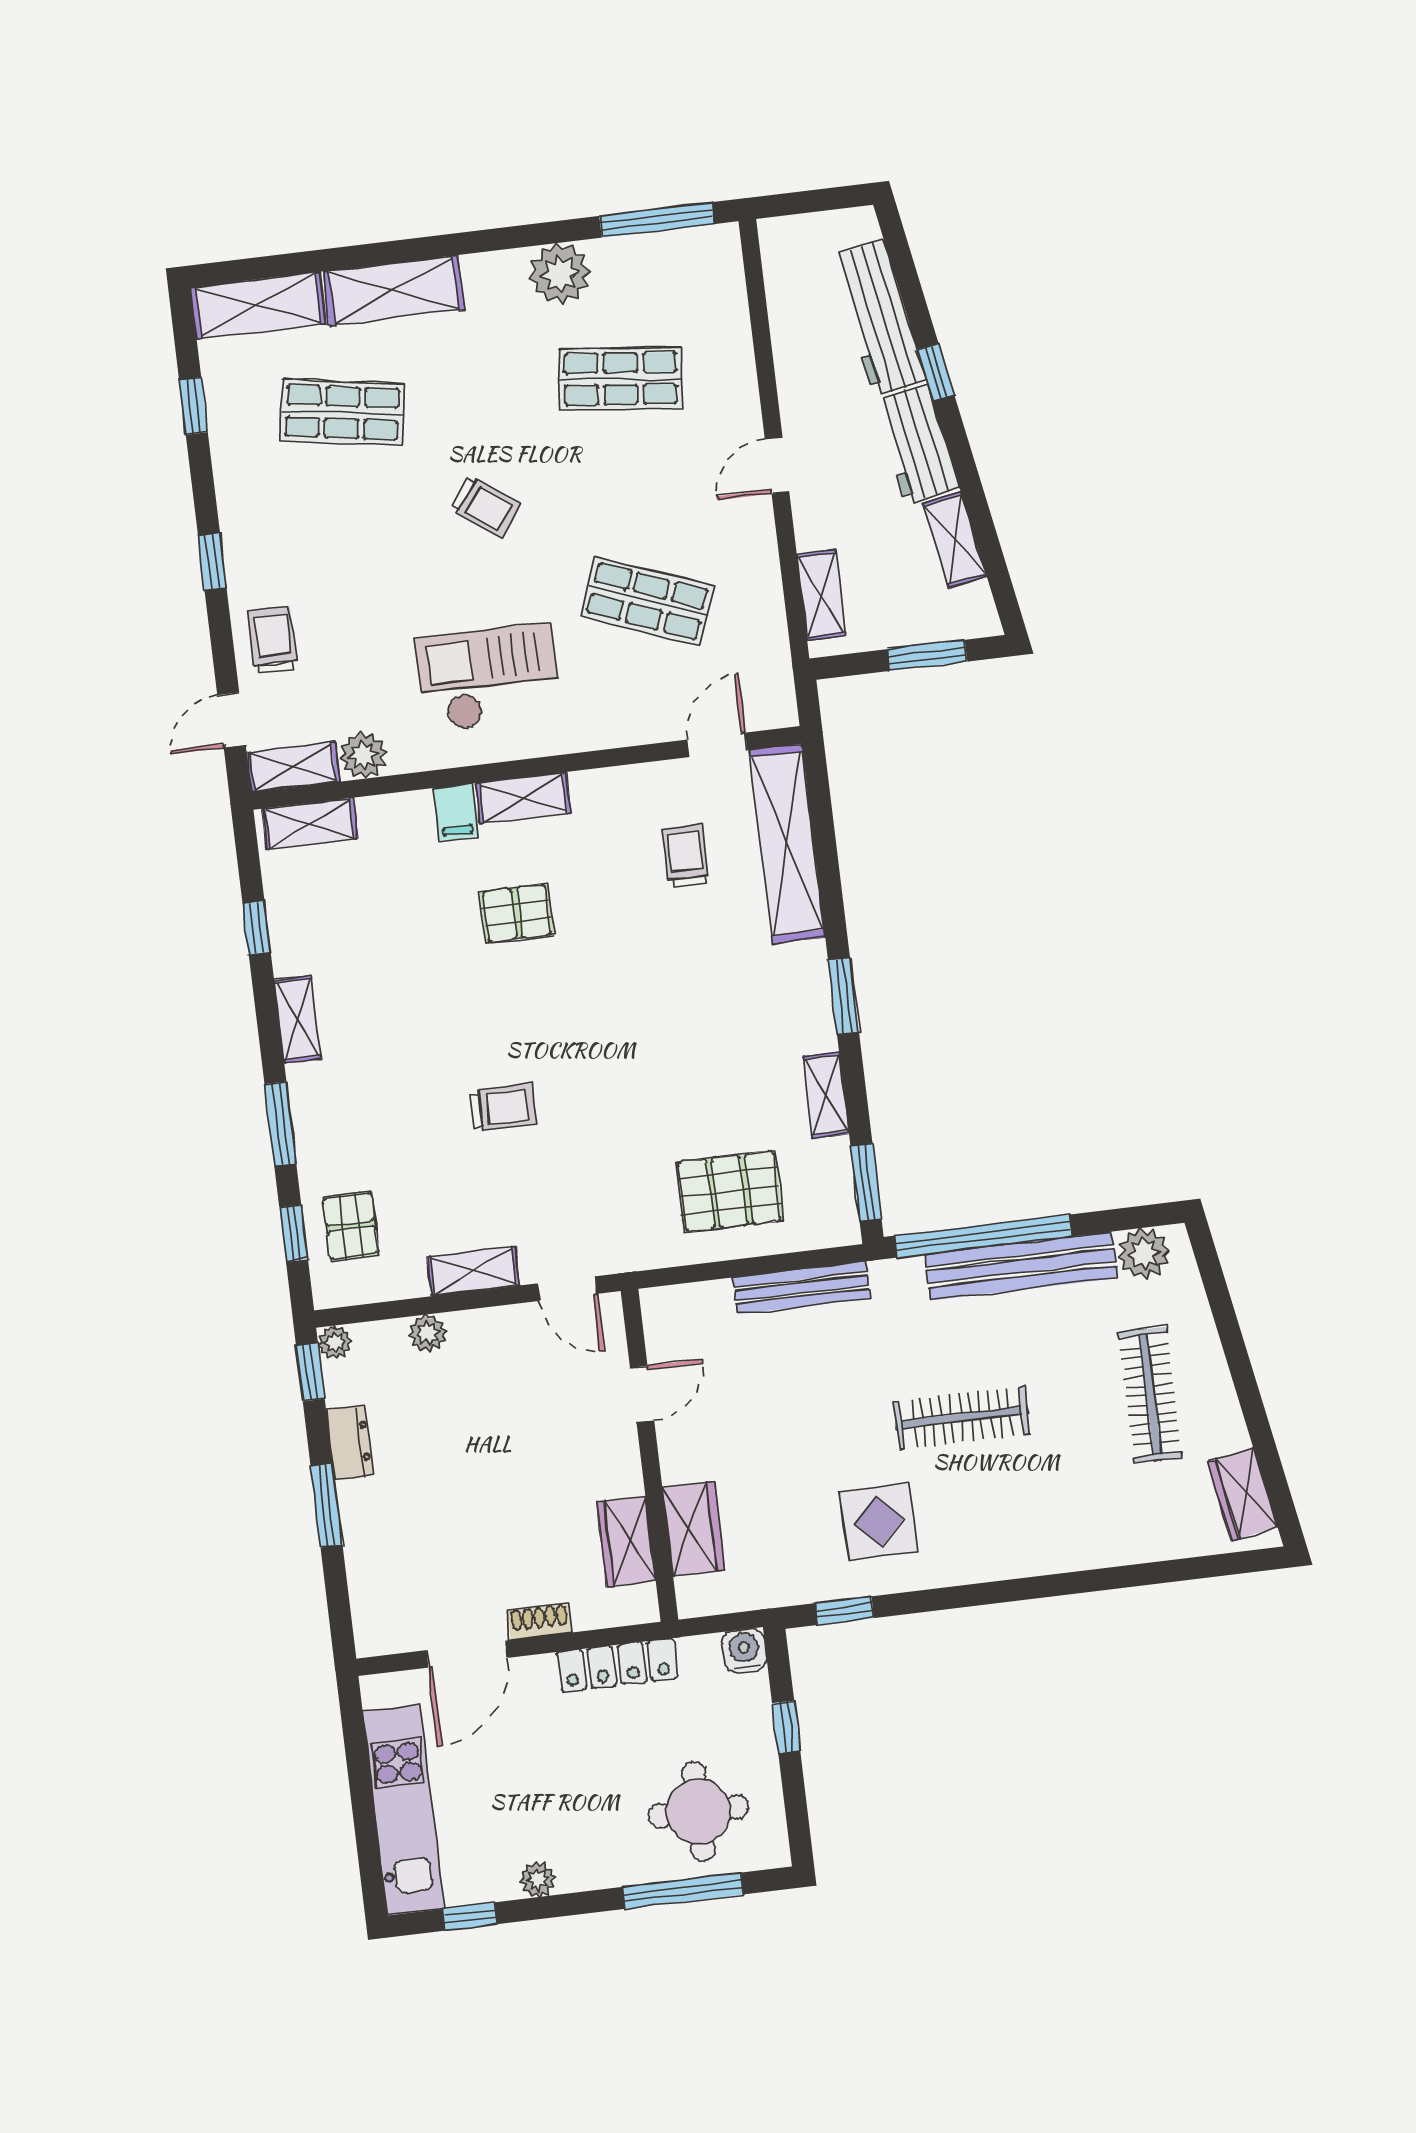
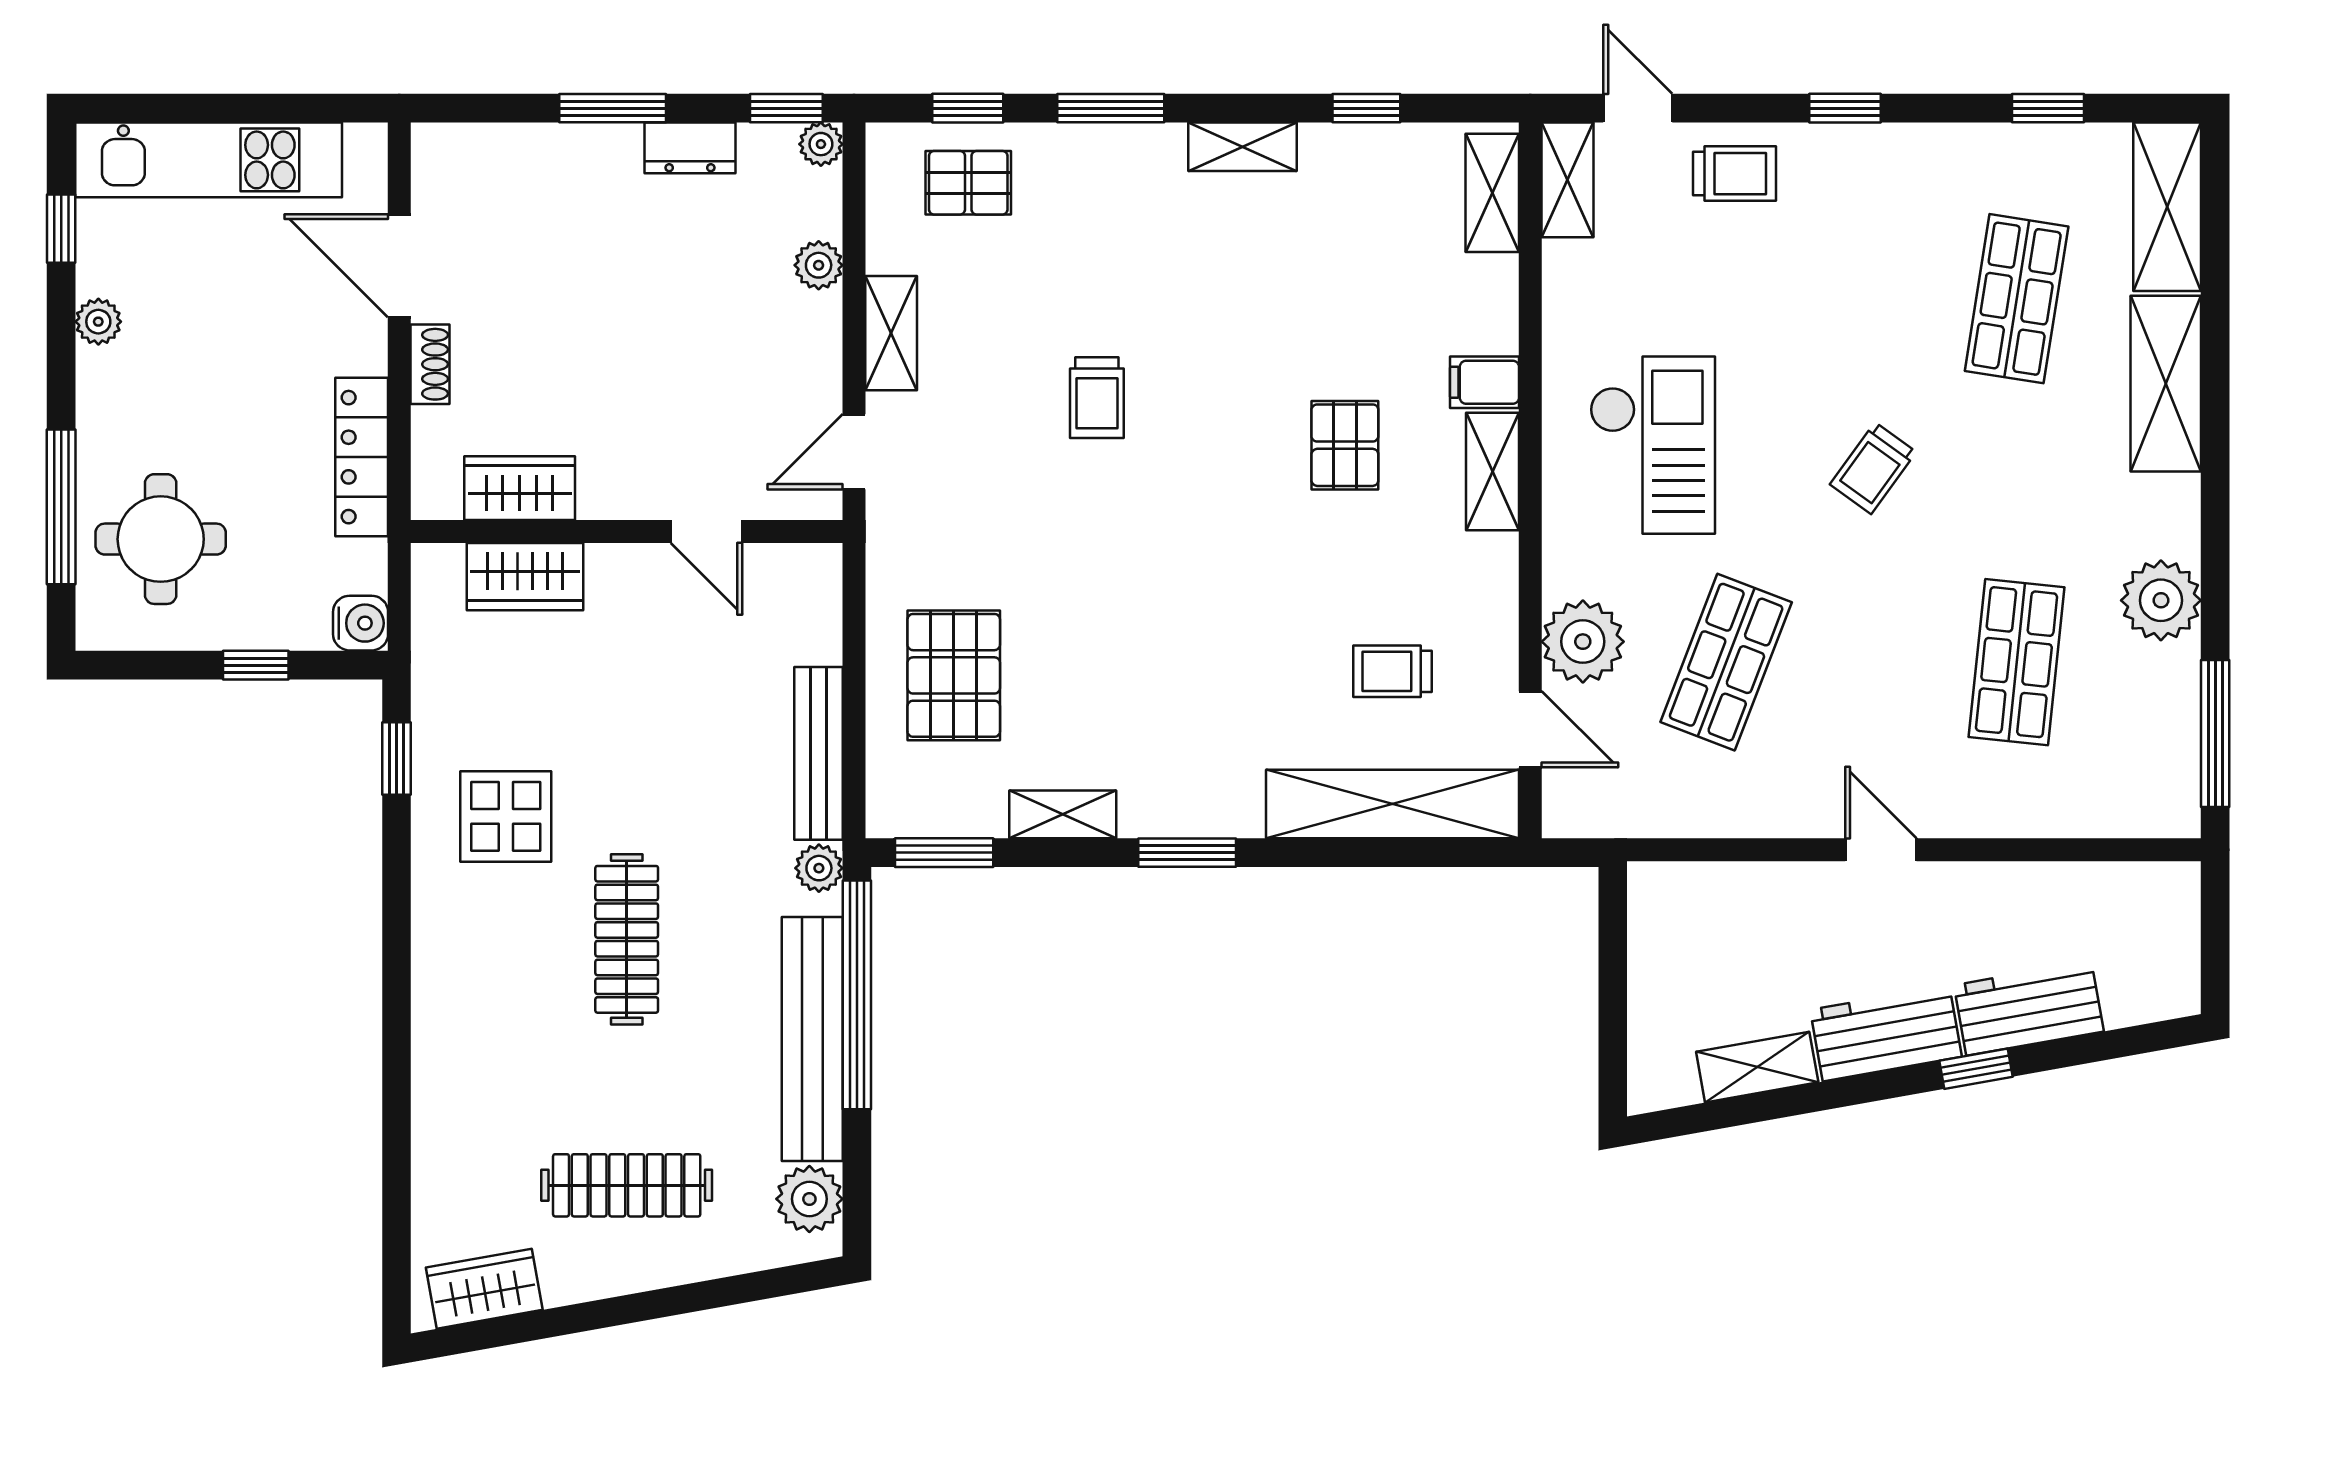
workbench: (879, 318) -> (2029, 1008), width x0.73
shelving: (821, 595) -> (1707, 886), removed
window: (927, 655) -> (1613, 1014), removed
plant: (363, 755) -> (1583, 642), moved, width x1.36, depth x1.36
trolley: (686, 856) -> (1392, 671), turned 180
plant: (889, 1277) -> (819, 868), added

